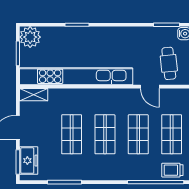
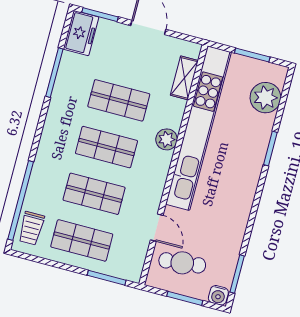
plant: (30, 37) -> (265, 98), moved
door: (150, 87) -> (157, 228), swing flipped
shelving: (34, 95) -> (184, 78), moved
plant: (89, 96) -> (167, 139), added
freezer: (29, 161) -> (81, 33), moved, turned -90
trolley: (172, 170) -> (31, 228), turned 180

